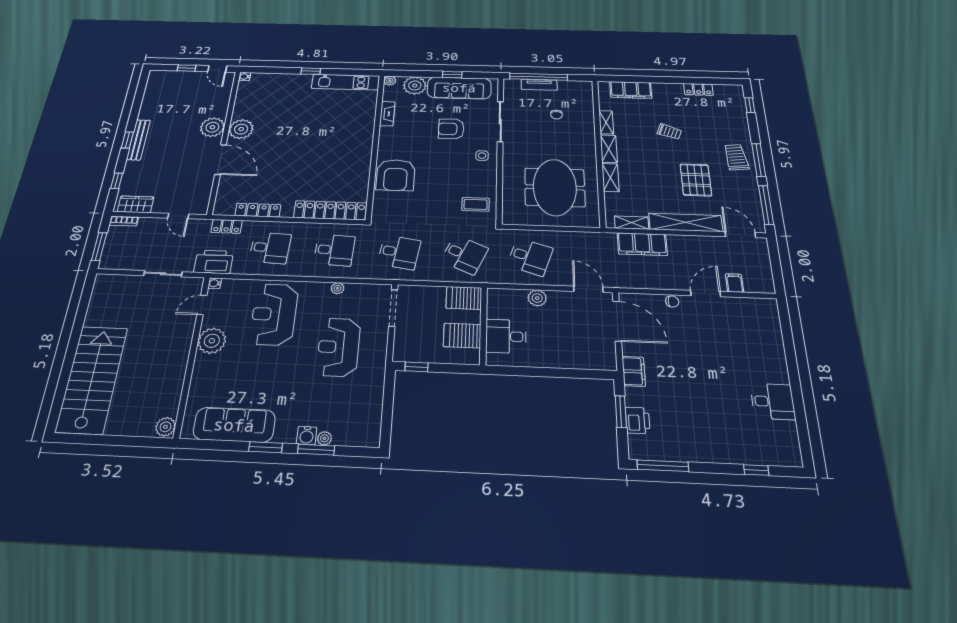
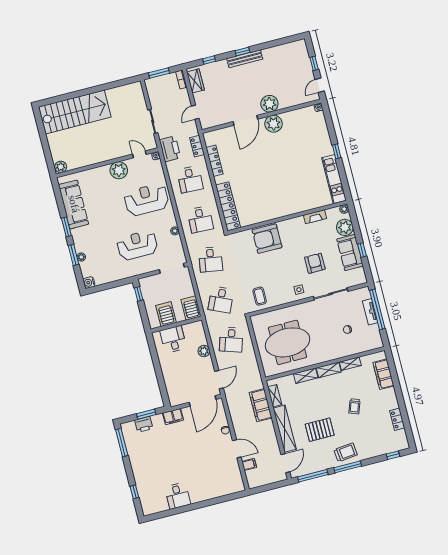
sofa: (459, 88) -> (350, 253), width x0.73
water cooler: (307, 436) -> (89, 282), moved

